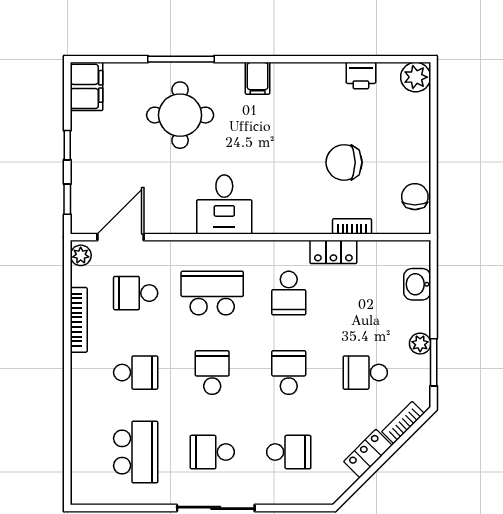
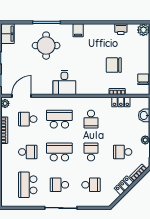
locker: (333, 252) -> (121, 102), moved
school desk: (212, 373) -> (59, 152), width x1.85
school desk: (136, 452) -> (28, 185), turned 180

